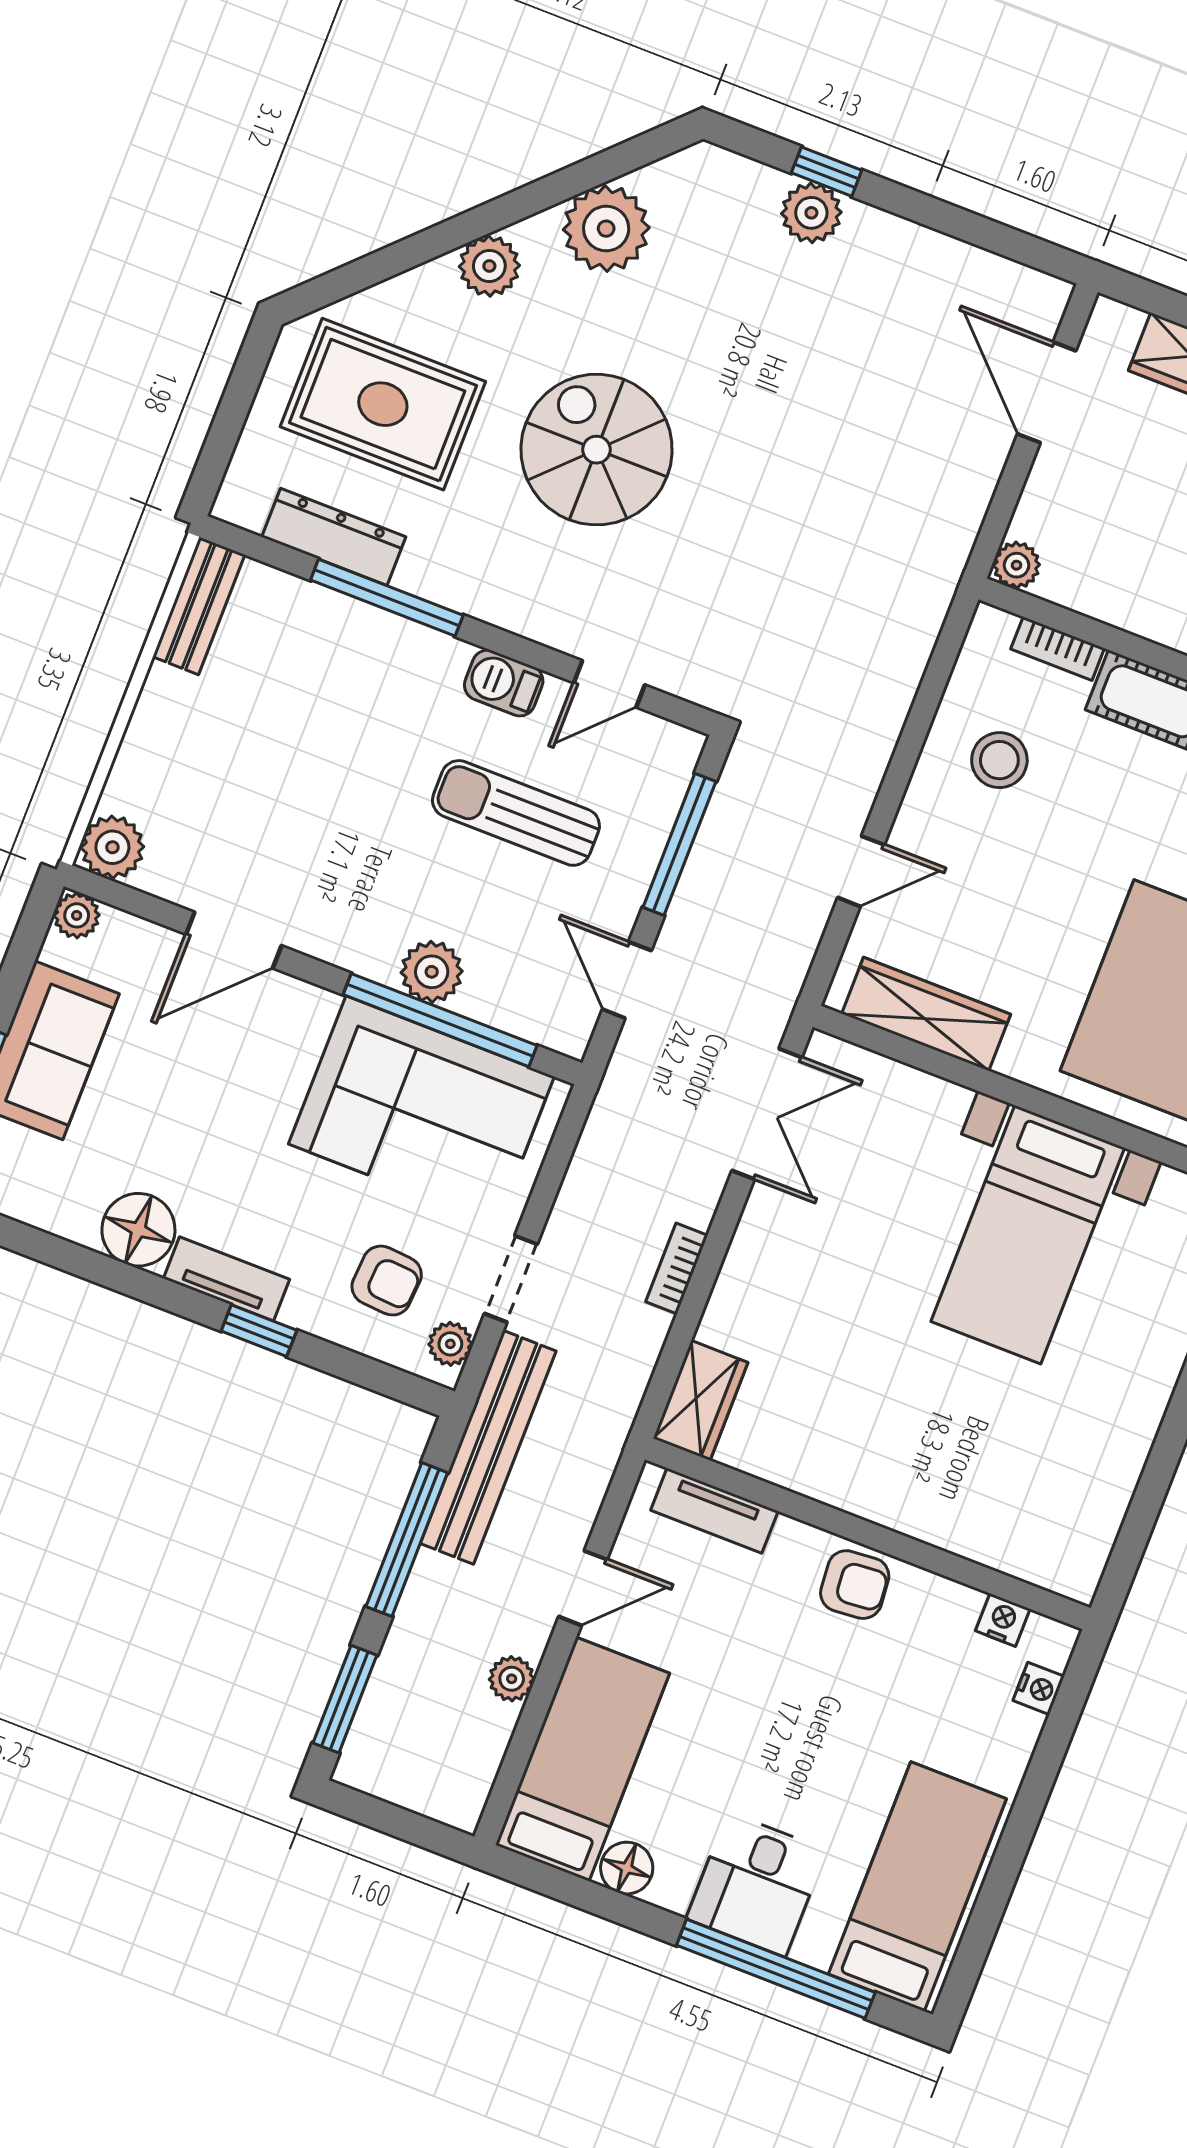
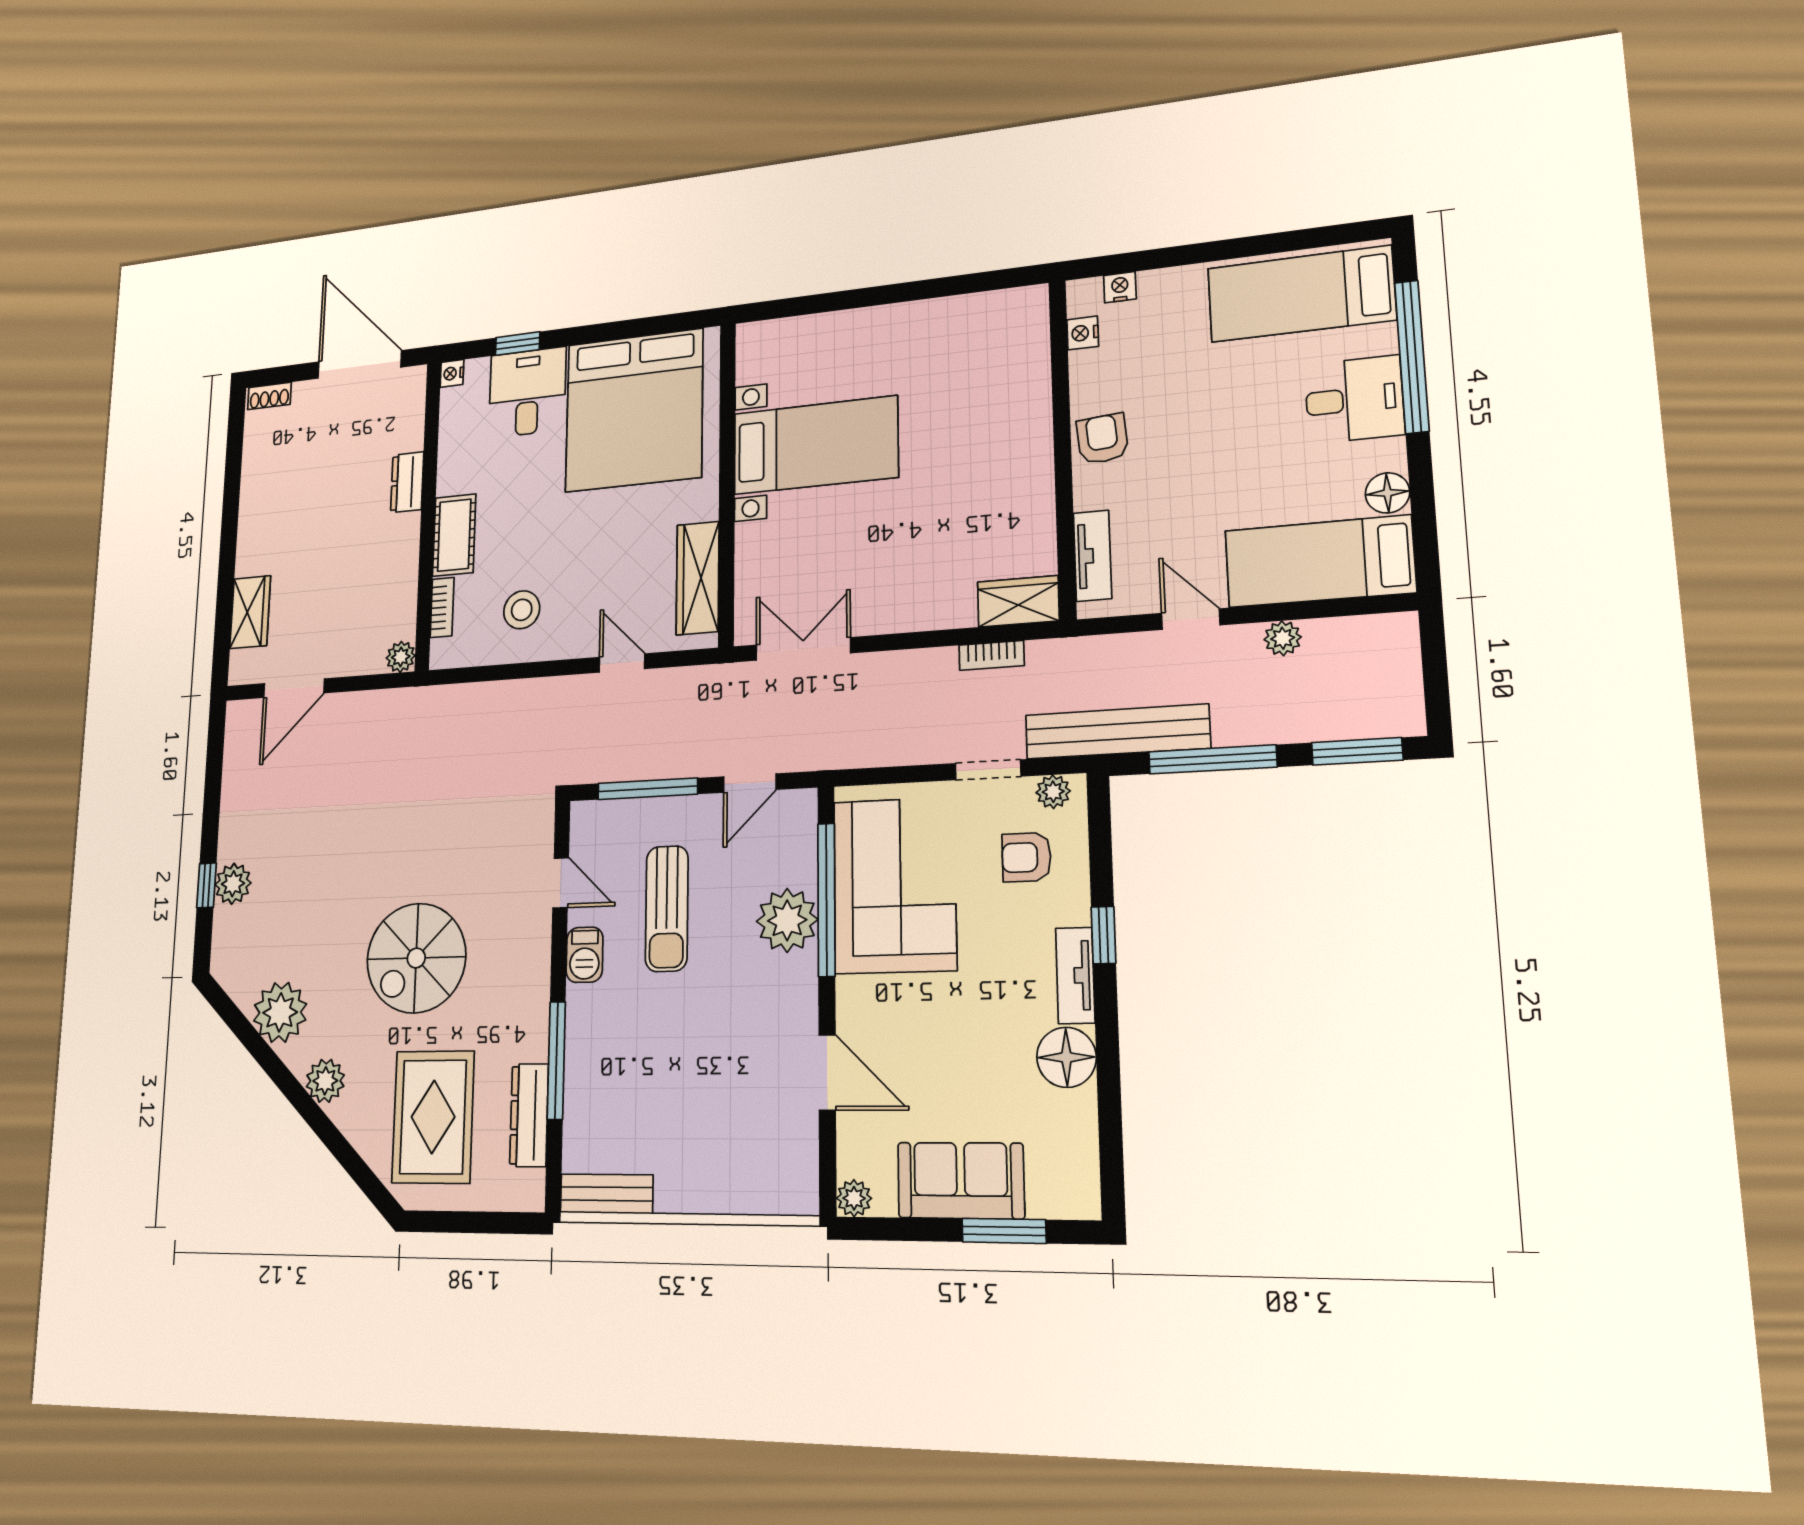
plant: (112, 847) -> (795, 1190), removed
plant: (432, 972) -> (787, 920), width x1.36, depth x1.36
bookcase: (677, 1269) -> (992, 655), moved
armchair: (387, 1281) -> (1027, 857), turned -94

